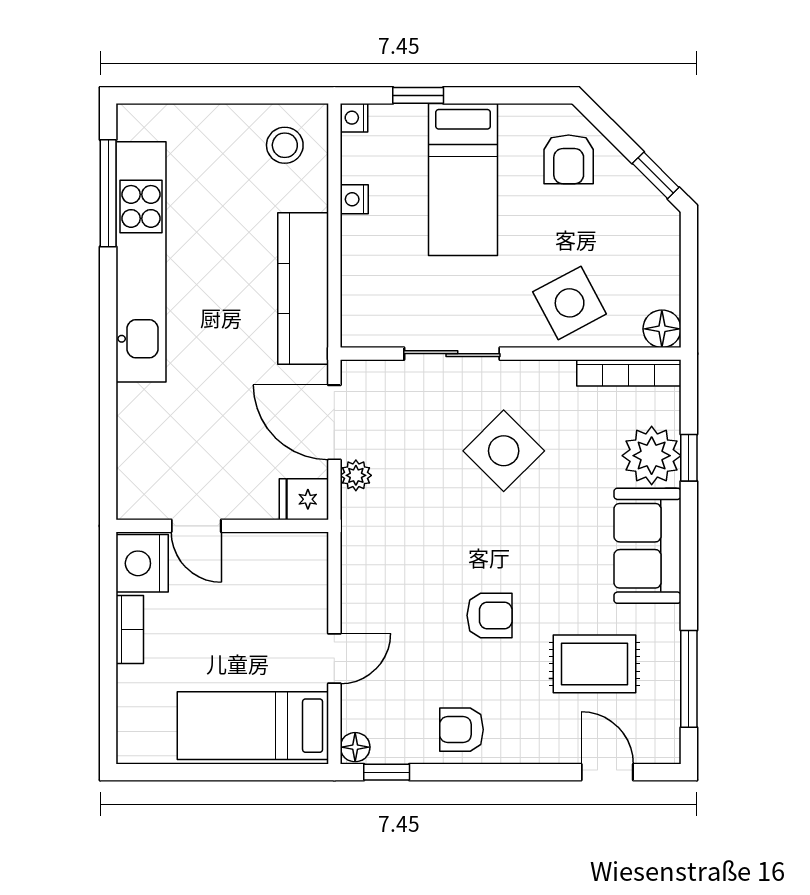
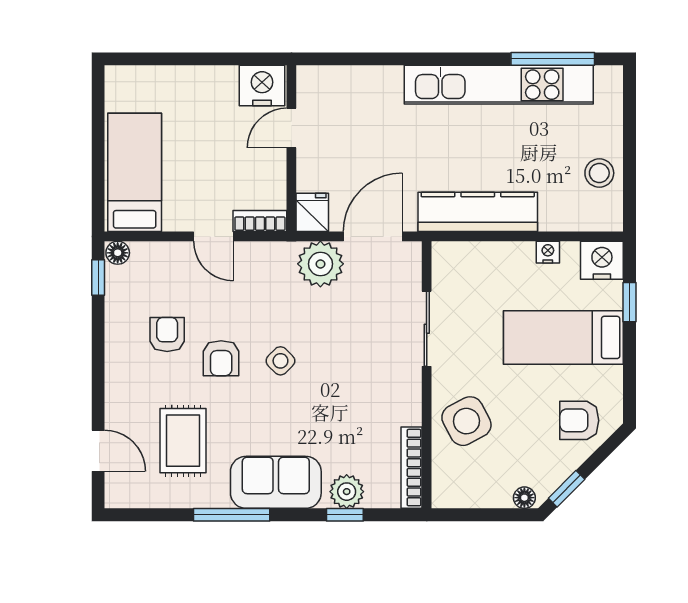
nightstand: (354, 118) -> (602, 260), width x1.89, depth x1.79
stool: (285, 145) -> (599, 173), moved
floor lamp: (662, 329) -> (524, 498), moved, width x0.73, depth x0.73
side table: (504, 451) -> (280, 361), moved, width x0.54, depth x0.54
plant: (652, 456) -> (347, 492), width x0.73, depth x0.73
plant: (356, 475) -> (320, 264), width x1.88, depth x1.88
bookcase: (130, 630) -> (260, 221), moved, turned 180
door: (334, 659) -> (213, 236), moved
window: (689, 679) -> (232, 515), moved
armchair: (461, 730) -> (167, 334), moved
door: (607, 772) -> (98, 451), hinge flipped

